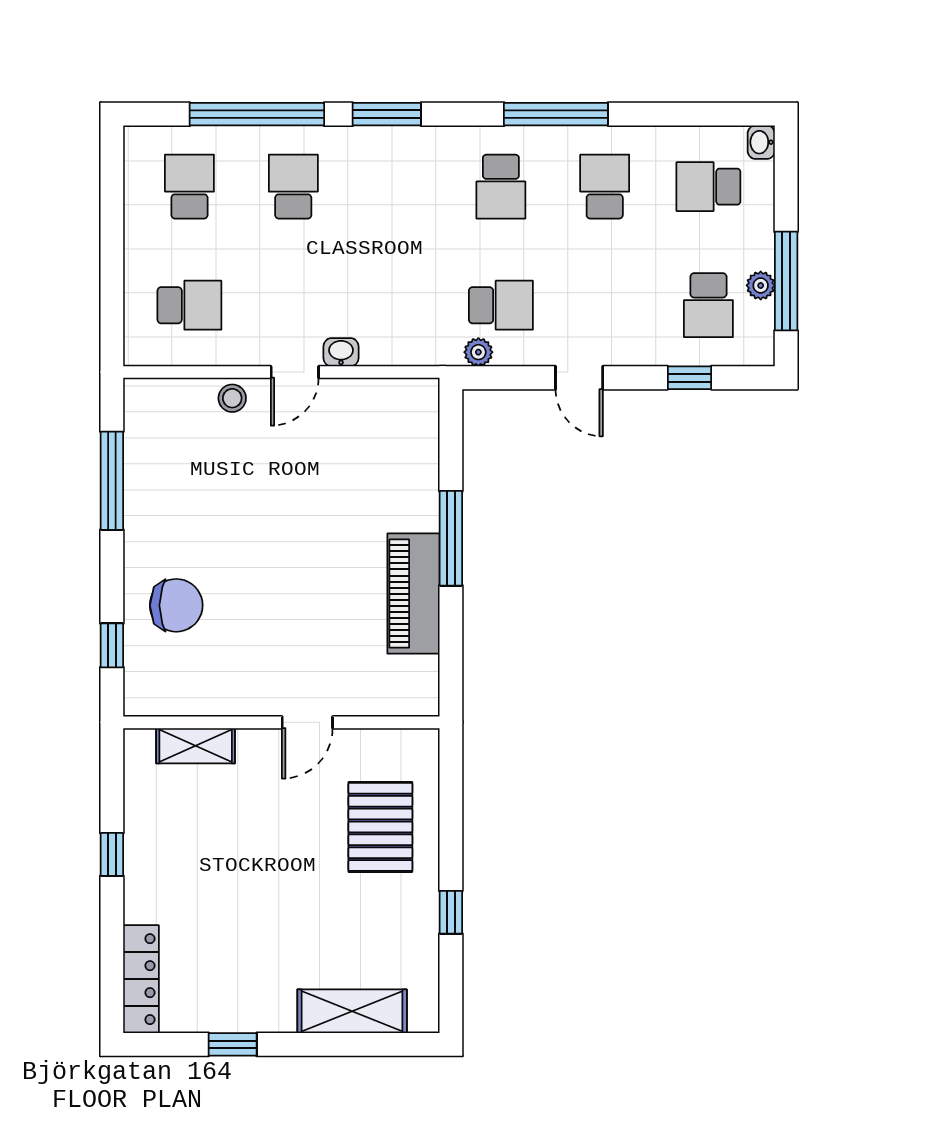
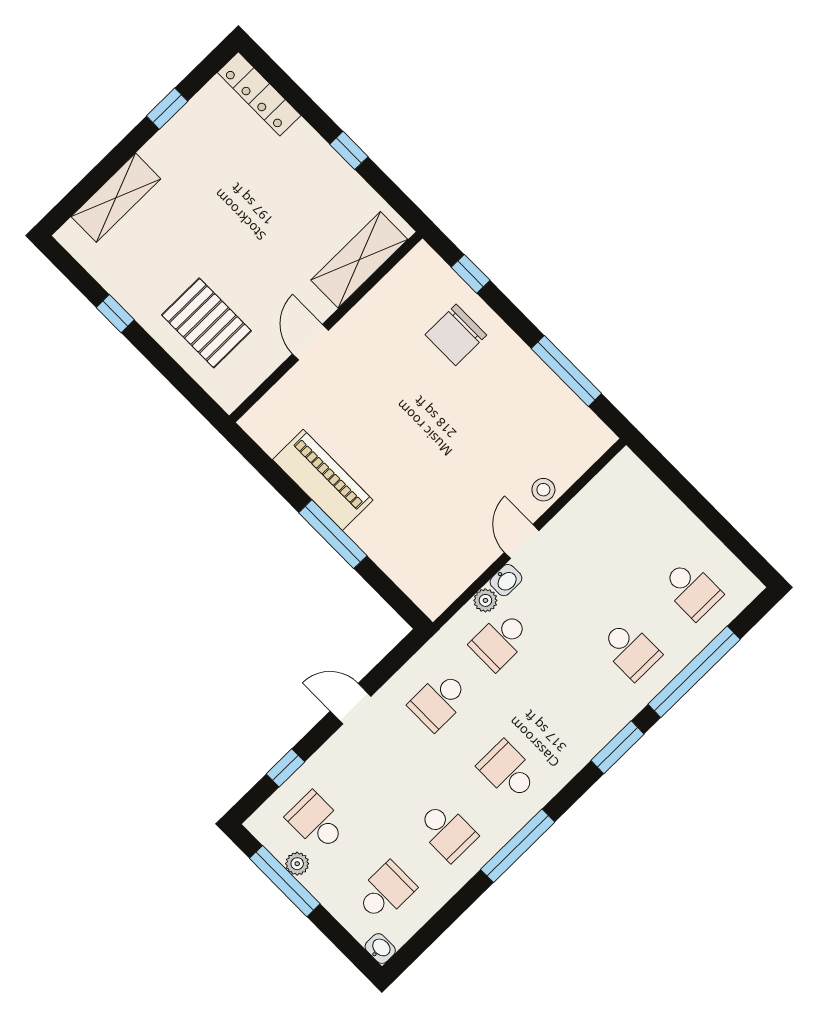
school desk: (189, 305) -> (500, 640), moved
plant: (478, 352) -> (485, 600), moved
shelving: (196, 746) -> (359, 260), width x1.50, depth x1.33

